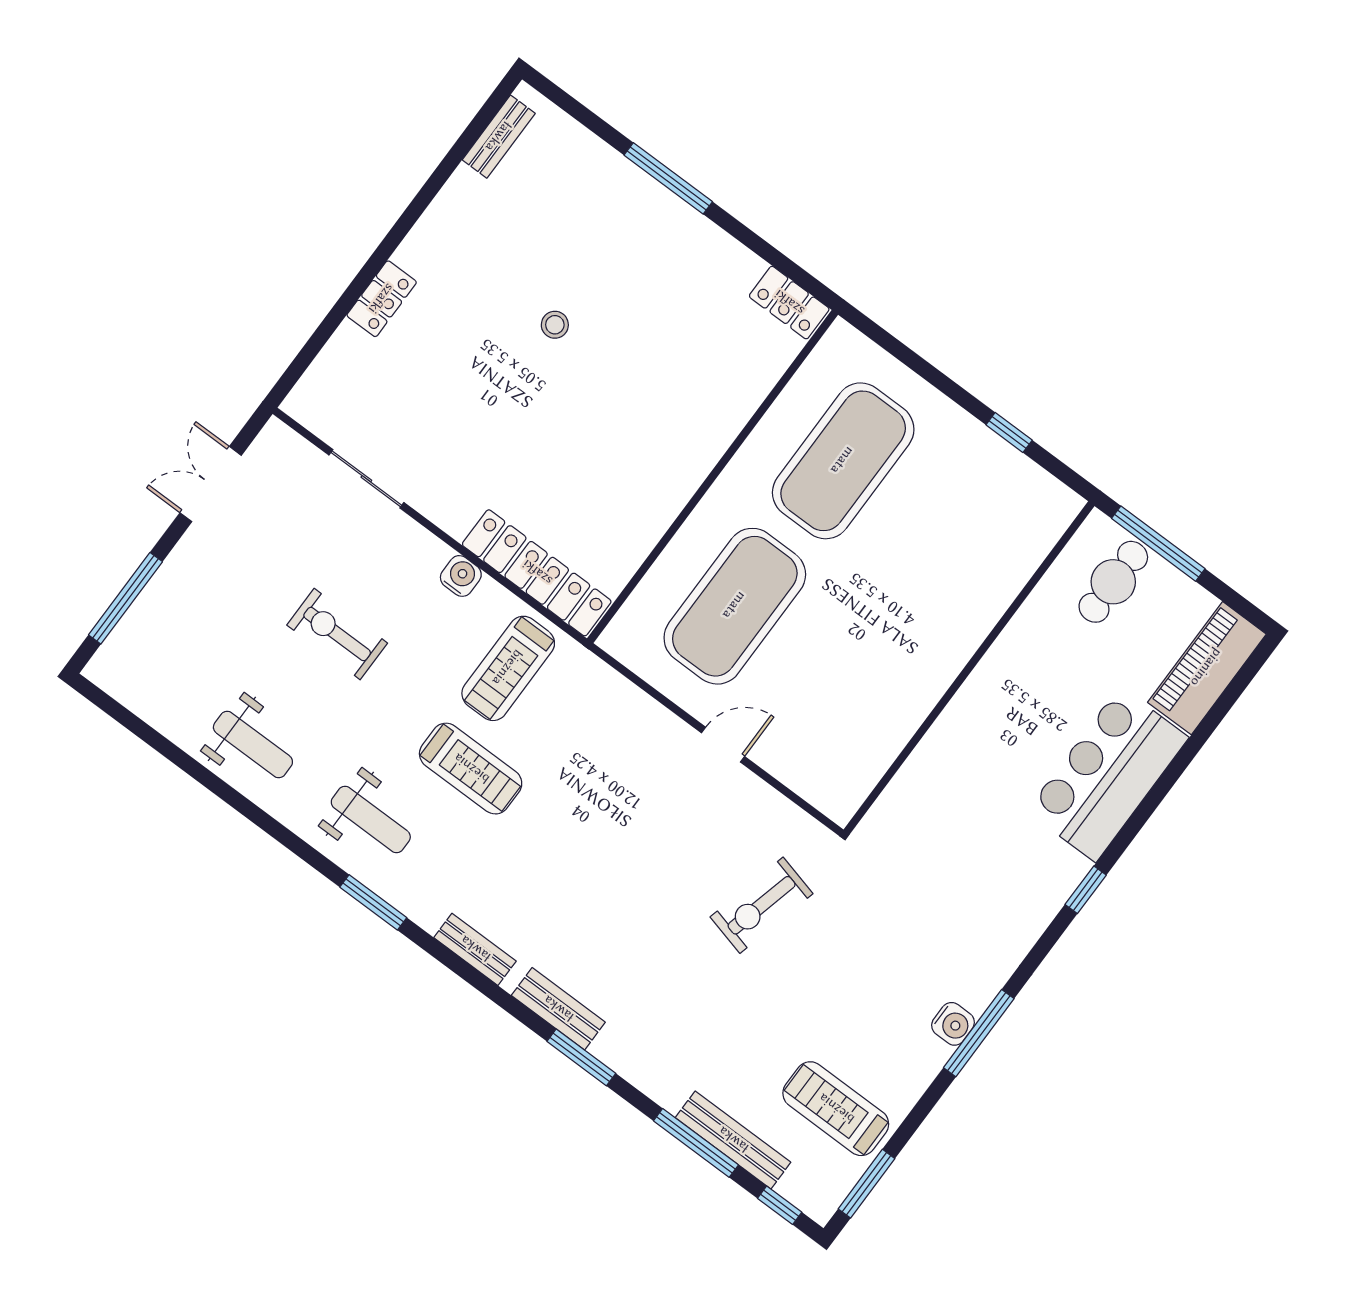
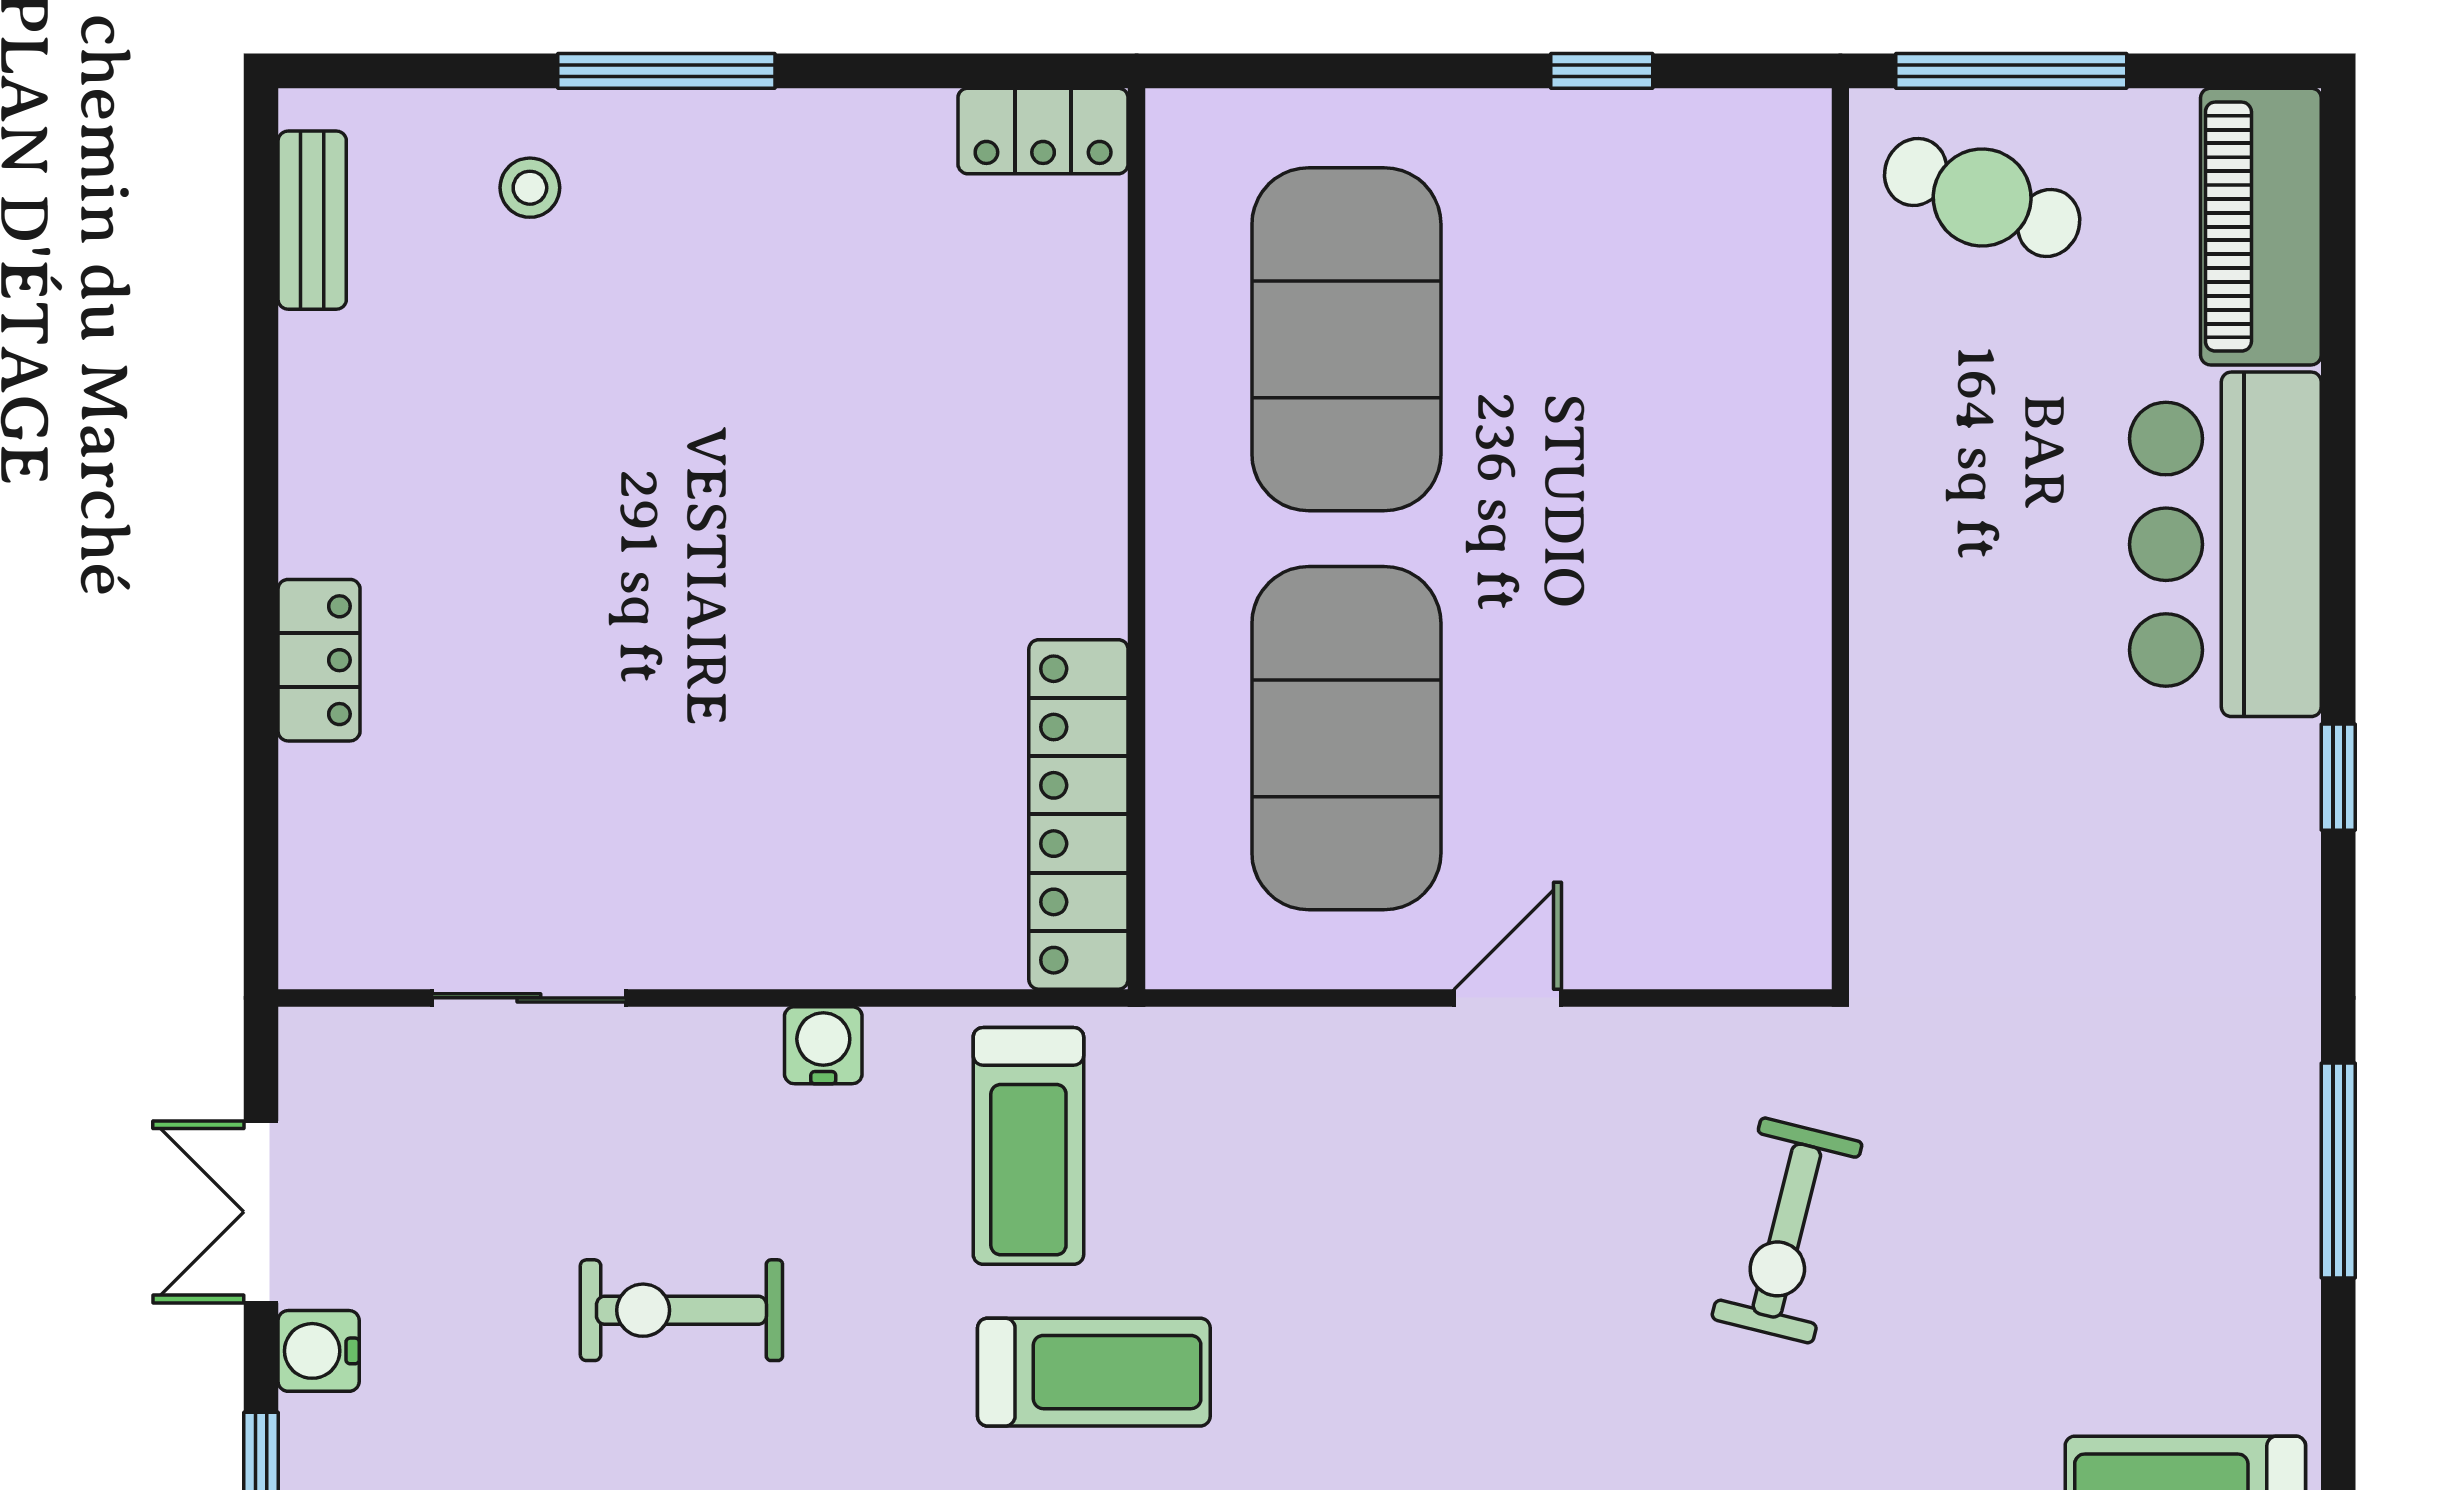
stool: (555, 325) -> (530, 188), moved
locker: (537, 573) -> (1078, 814), moved, turned -90
cafe table: (1113, 582) -> (1982, 197), turned -69
water cooler: (953, 1024) -> (319, 1351), moved, turned 180

